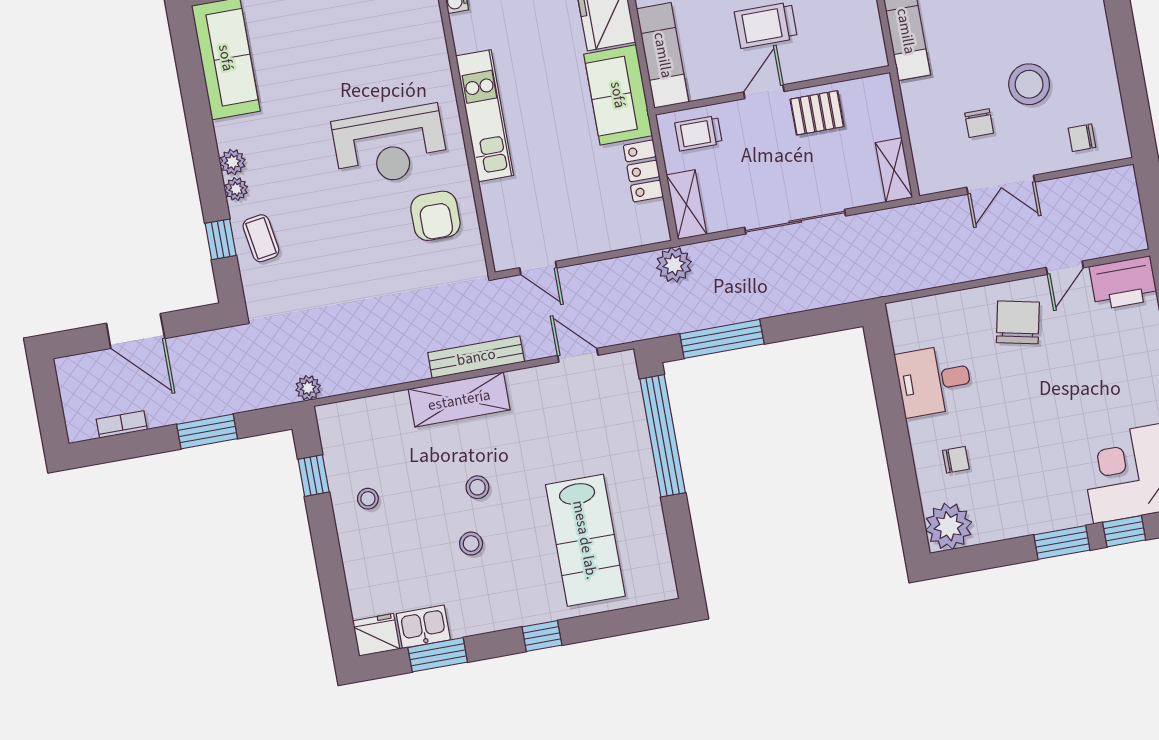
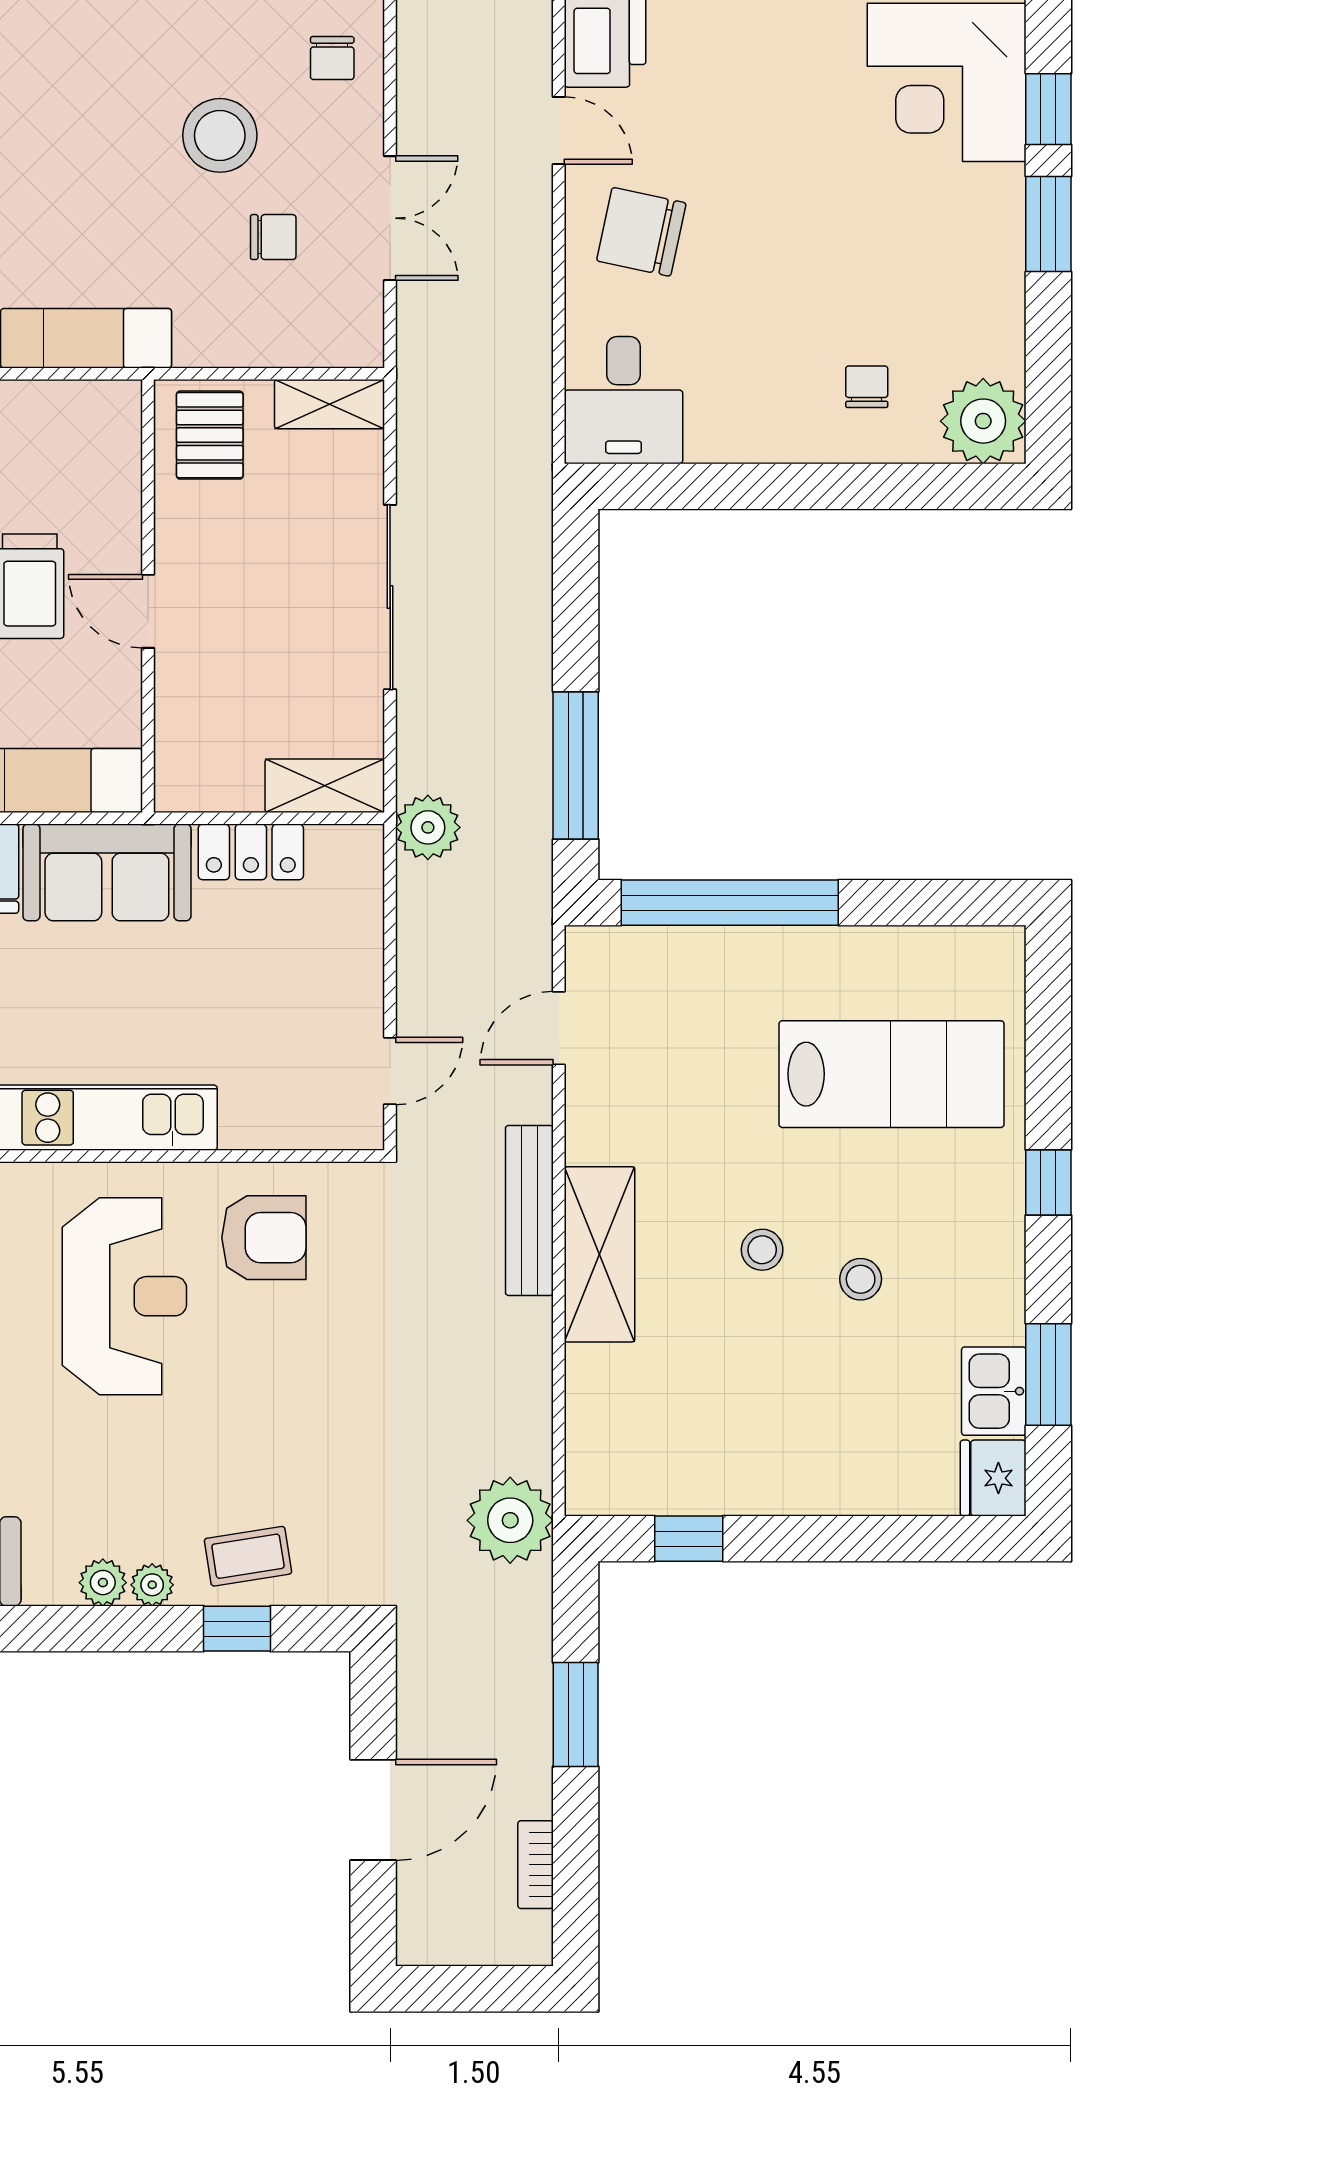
pallet: (817, 113) -> (210, 435), moved
trolley: (698, 133) -> (201, 741), removed
desk: (934, 380) -> (624, 400), moved
plant: (308, 388) -> (510, 1520), width x1.88, depth x1.88
stool: (368, 499) -> (747, 1449), removed

